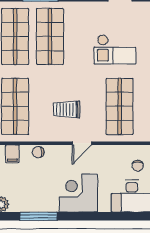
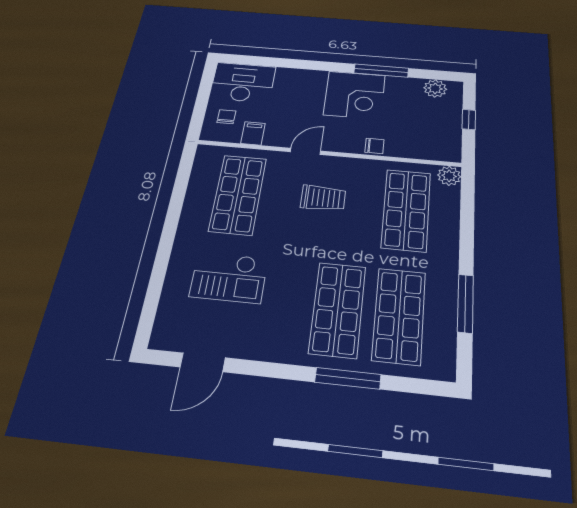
checkout: (115, 49) -> (229, 277), turned 180
filing cabinet: (12, 154) -> (253, 133), moved
corner desk: (78, 193) -> (354, 95), moved

